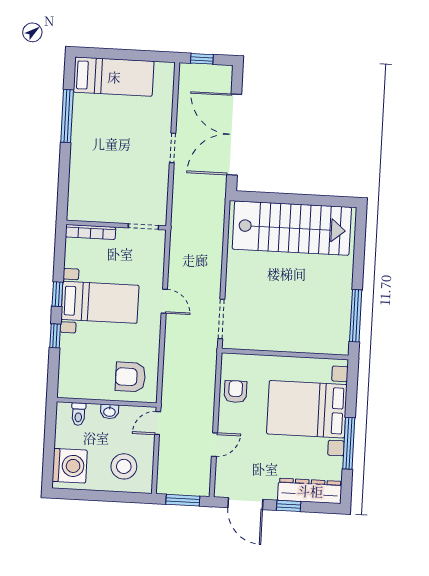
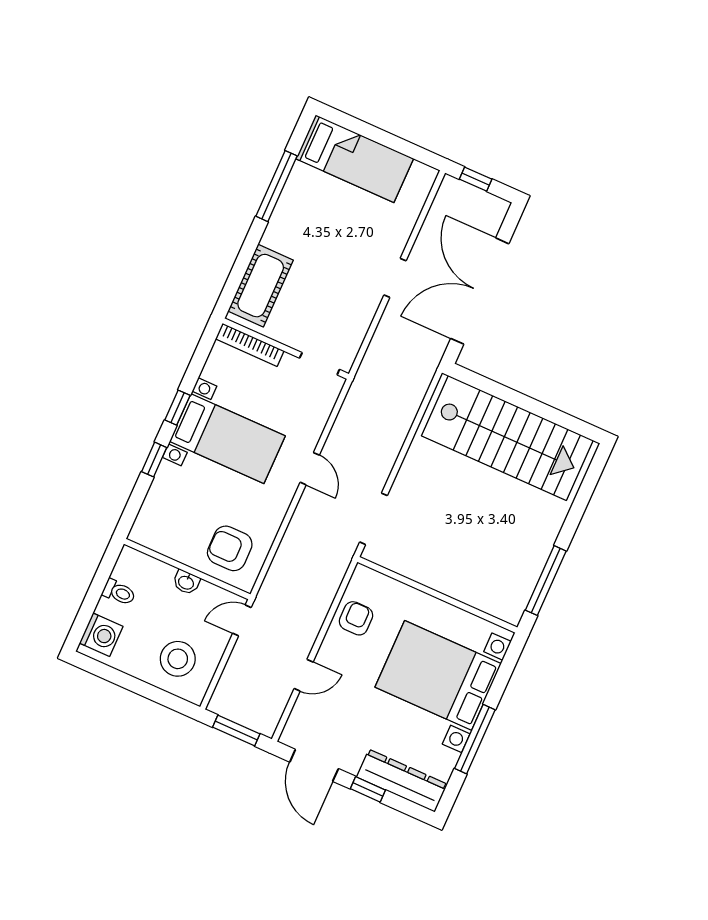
cot: (82, 189) -> (261, 286), added
toilet: (78, 414) -> (119, 592), moved, turned -90
washing machine: (70, 466) -> (101, 635), width x0.73, depth x0.73

